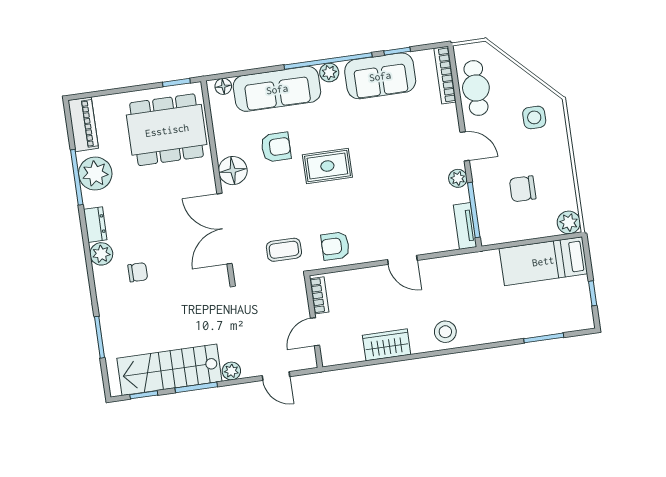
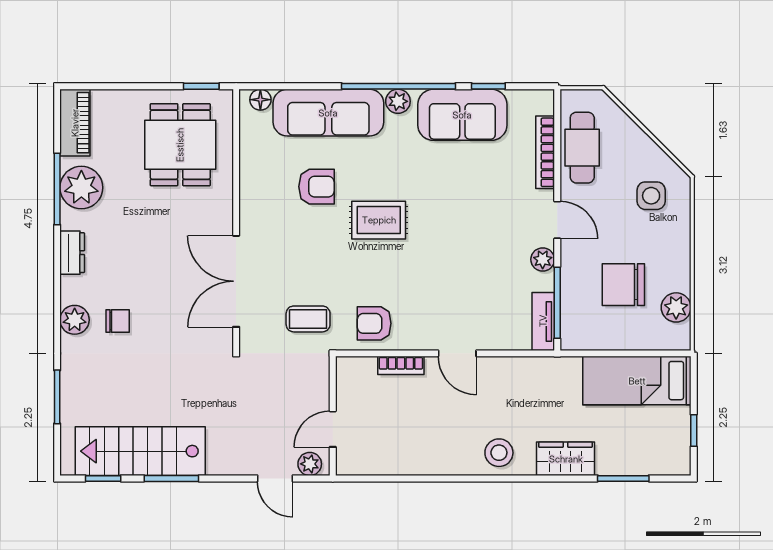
bookcase: (445, 75) -> (545, 152), moved
dining table: (167, 130) -> (180, 145), width x0.73
floor lamp: (233, 171) -> (257, 209), removed
chair: (523, 189) -> (623, 285), width x1.37, depth x1.37
plant: (569, 222) -> (676, 307), moved
plant: (101, 254) -> (75, 320), moved
bookcase: (319, 295) -> (401, 365), moved, turned 90
wardrobe: (387, 345) -> (566, 459), moved
plant: (231, 371) -> (310, 464), moved

